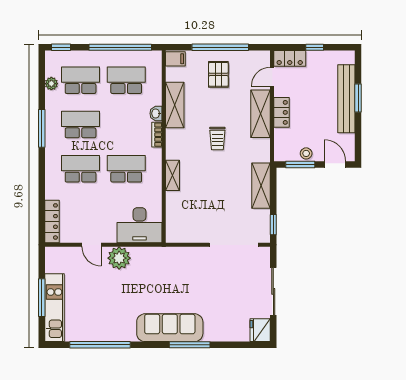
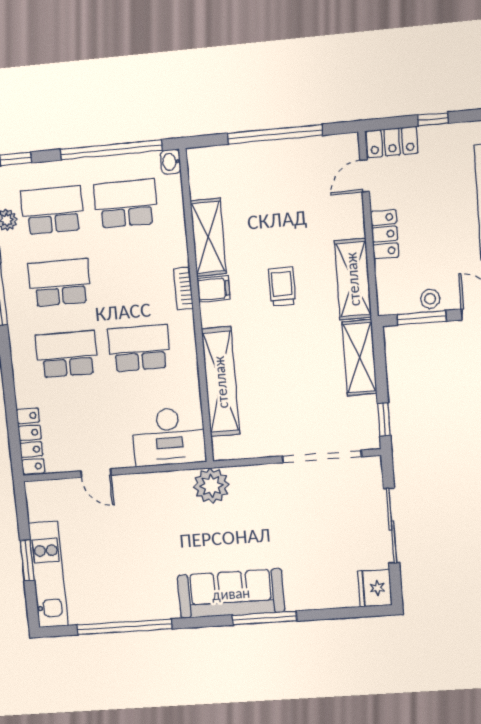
filing cabinet: (175, 59) -> (214, 289), moved
pallet: (218, 74) -> (275, 180), removed
washbasin: (156, 113) -> (171, 162), moved
shelving: (261, 114) -> (353, 279), moved
trolley: (217, 138) -> (282, 286), turned 180
shelving: (172, 175) -> (221, 382), width x2.20, depth x1.33
plant: (119, 258) -> (211, 486), moved
window: (42, 298) -> (27, 560), width x0.69

